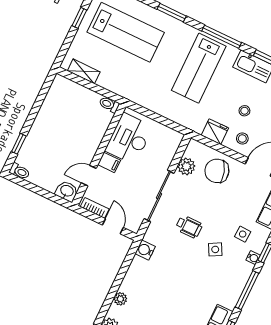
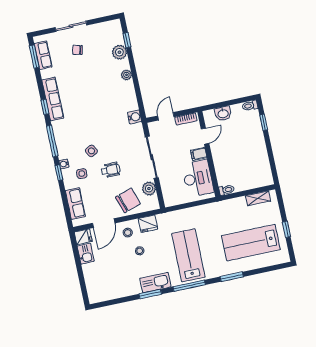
washbasin: (67, 191) -> (223, 113), moved
door: (113, 226) -> (166, 116), swing flipped
wheelchair: (189, 227) -> (111, 170), moved, turned 180

